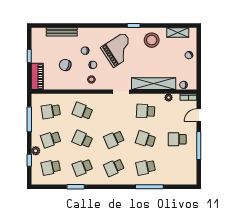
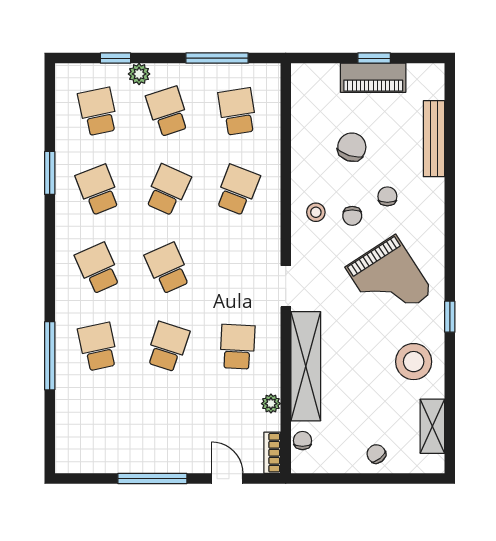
piano: (37, 76) -> (373, 78), moved
school desk: (177, 139) -> (168, 425), removed

